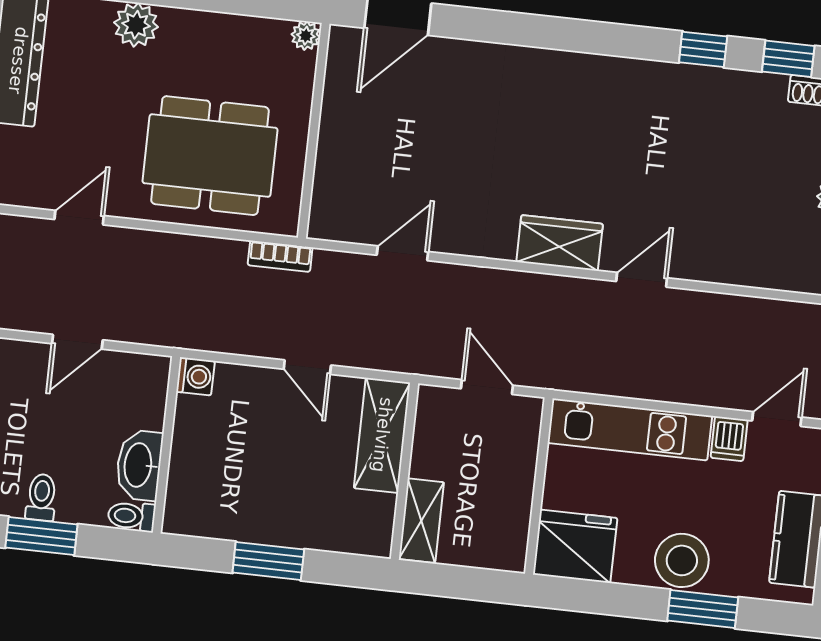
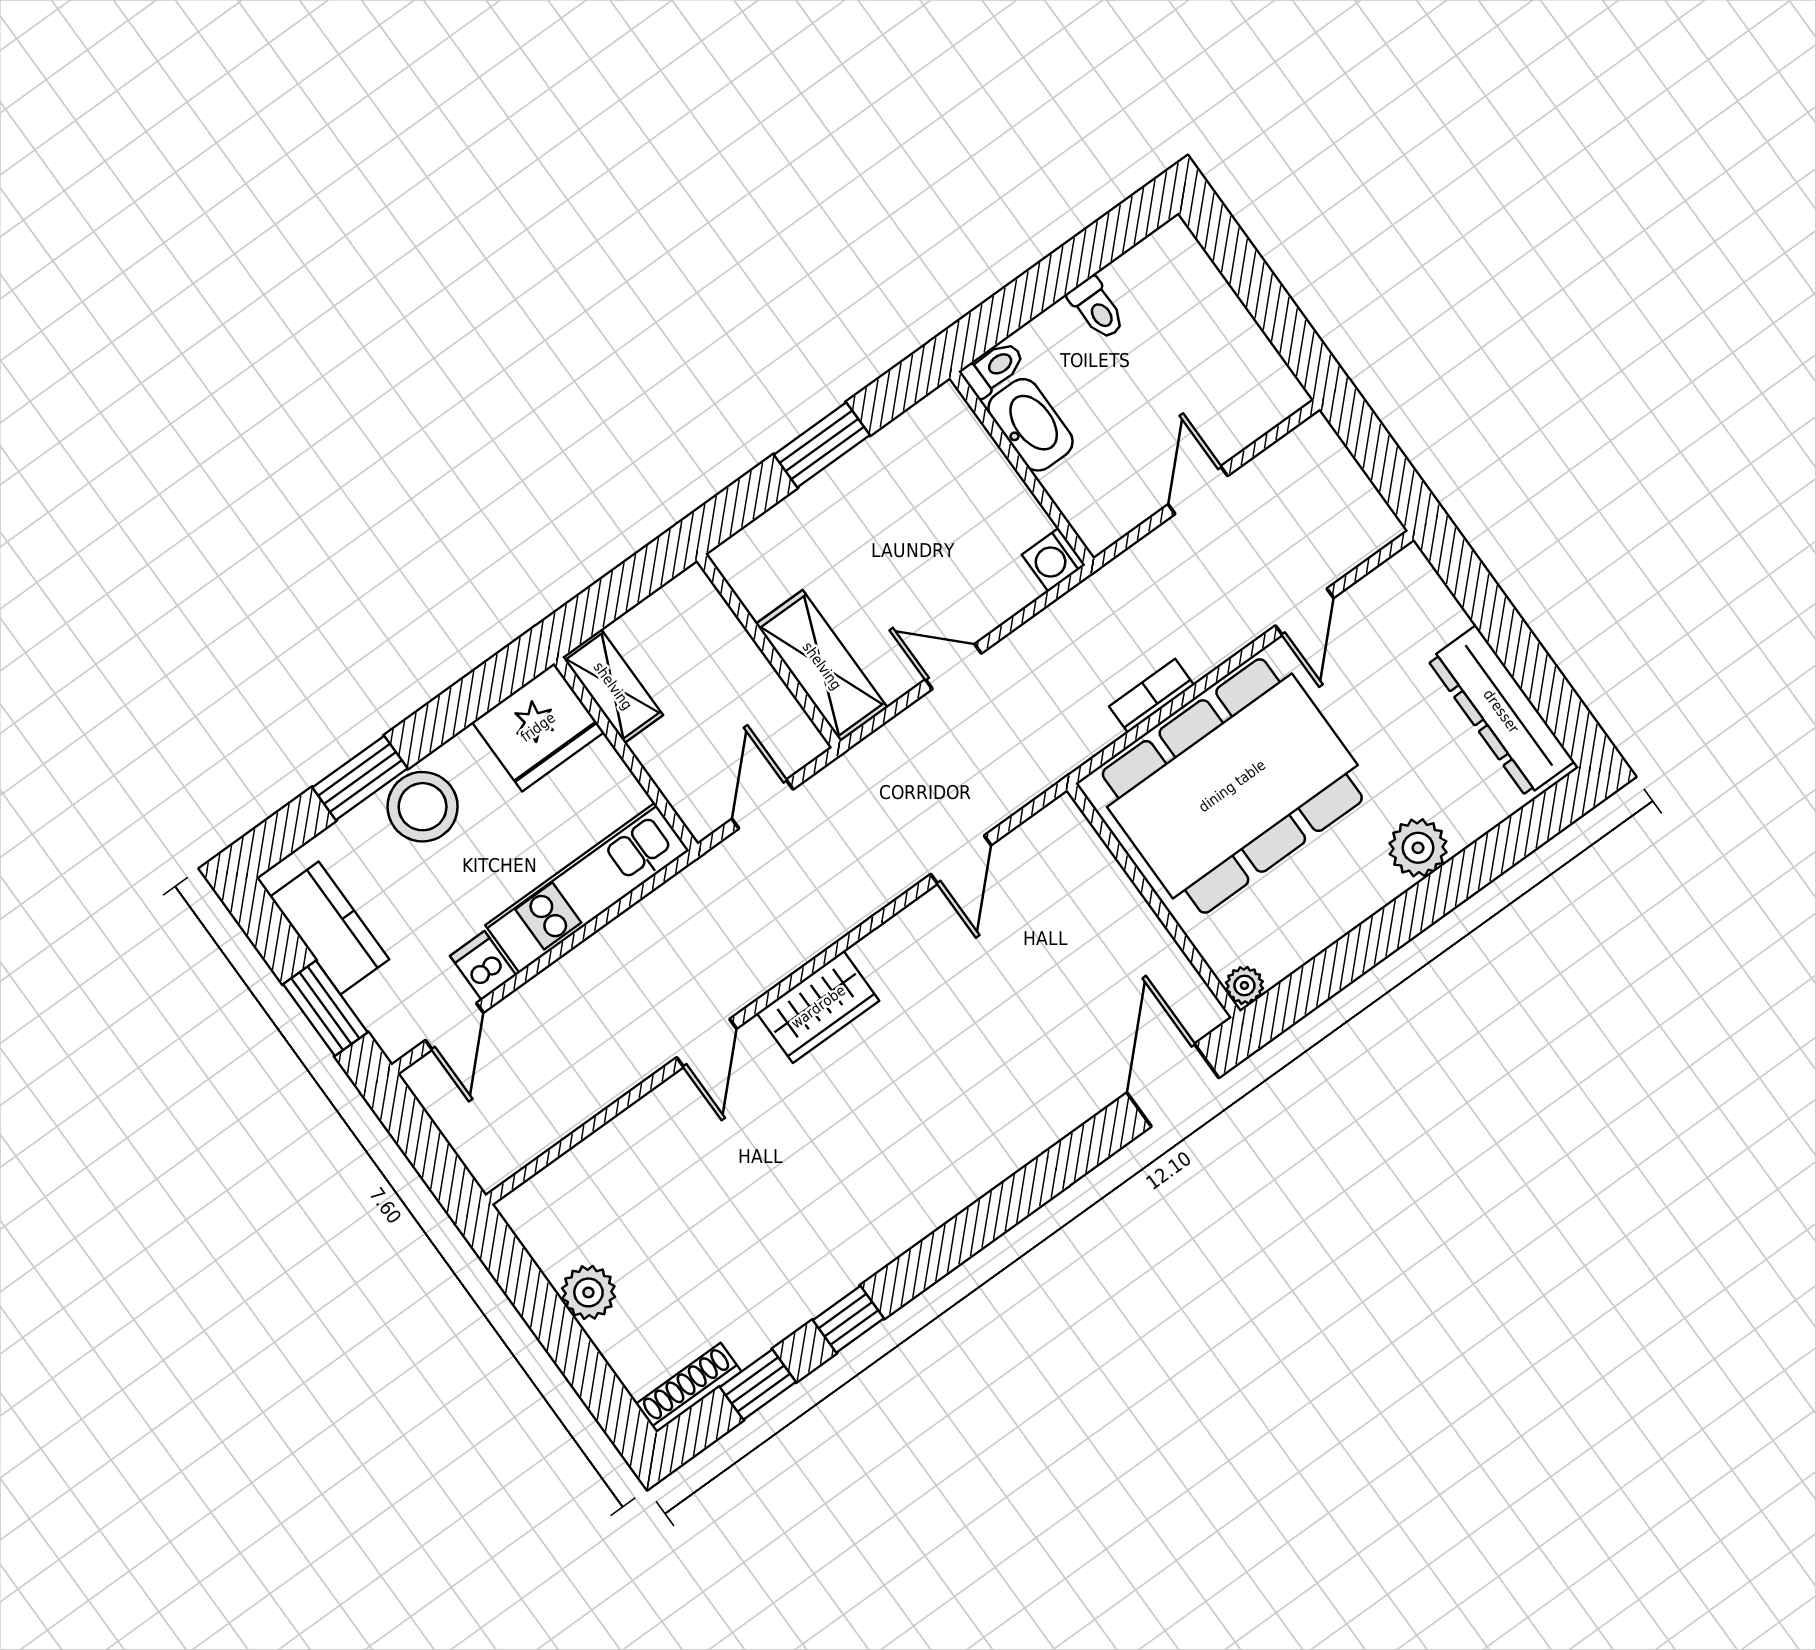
dining table: (210, 156) -> (1232, 786), width x1.36, depth x1.24
bookcase: (280, 256) -> (1152, 696), moved
door: (487, 387) -> (763, 804), swing flipped
shelving: (421, 521) -> (613, 686), moved
window: (41, 536) -> (1063, 271), removed

